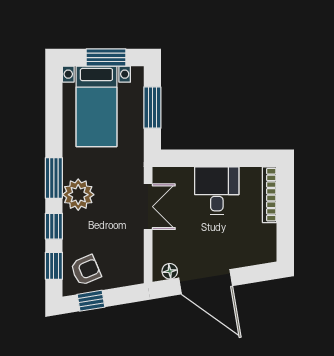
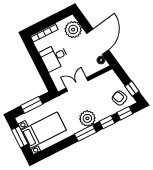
plant: (249, 249) -> (73, 30), added

